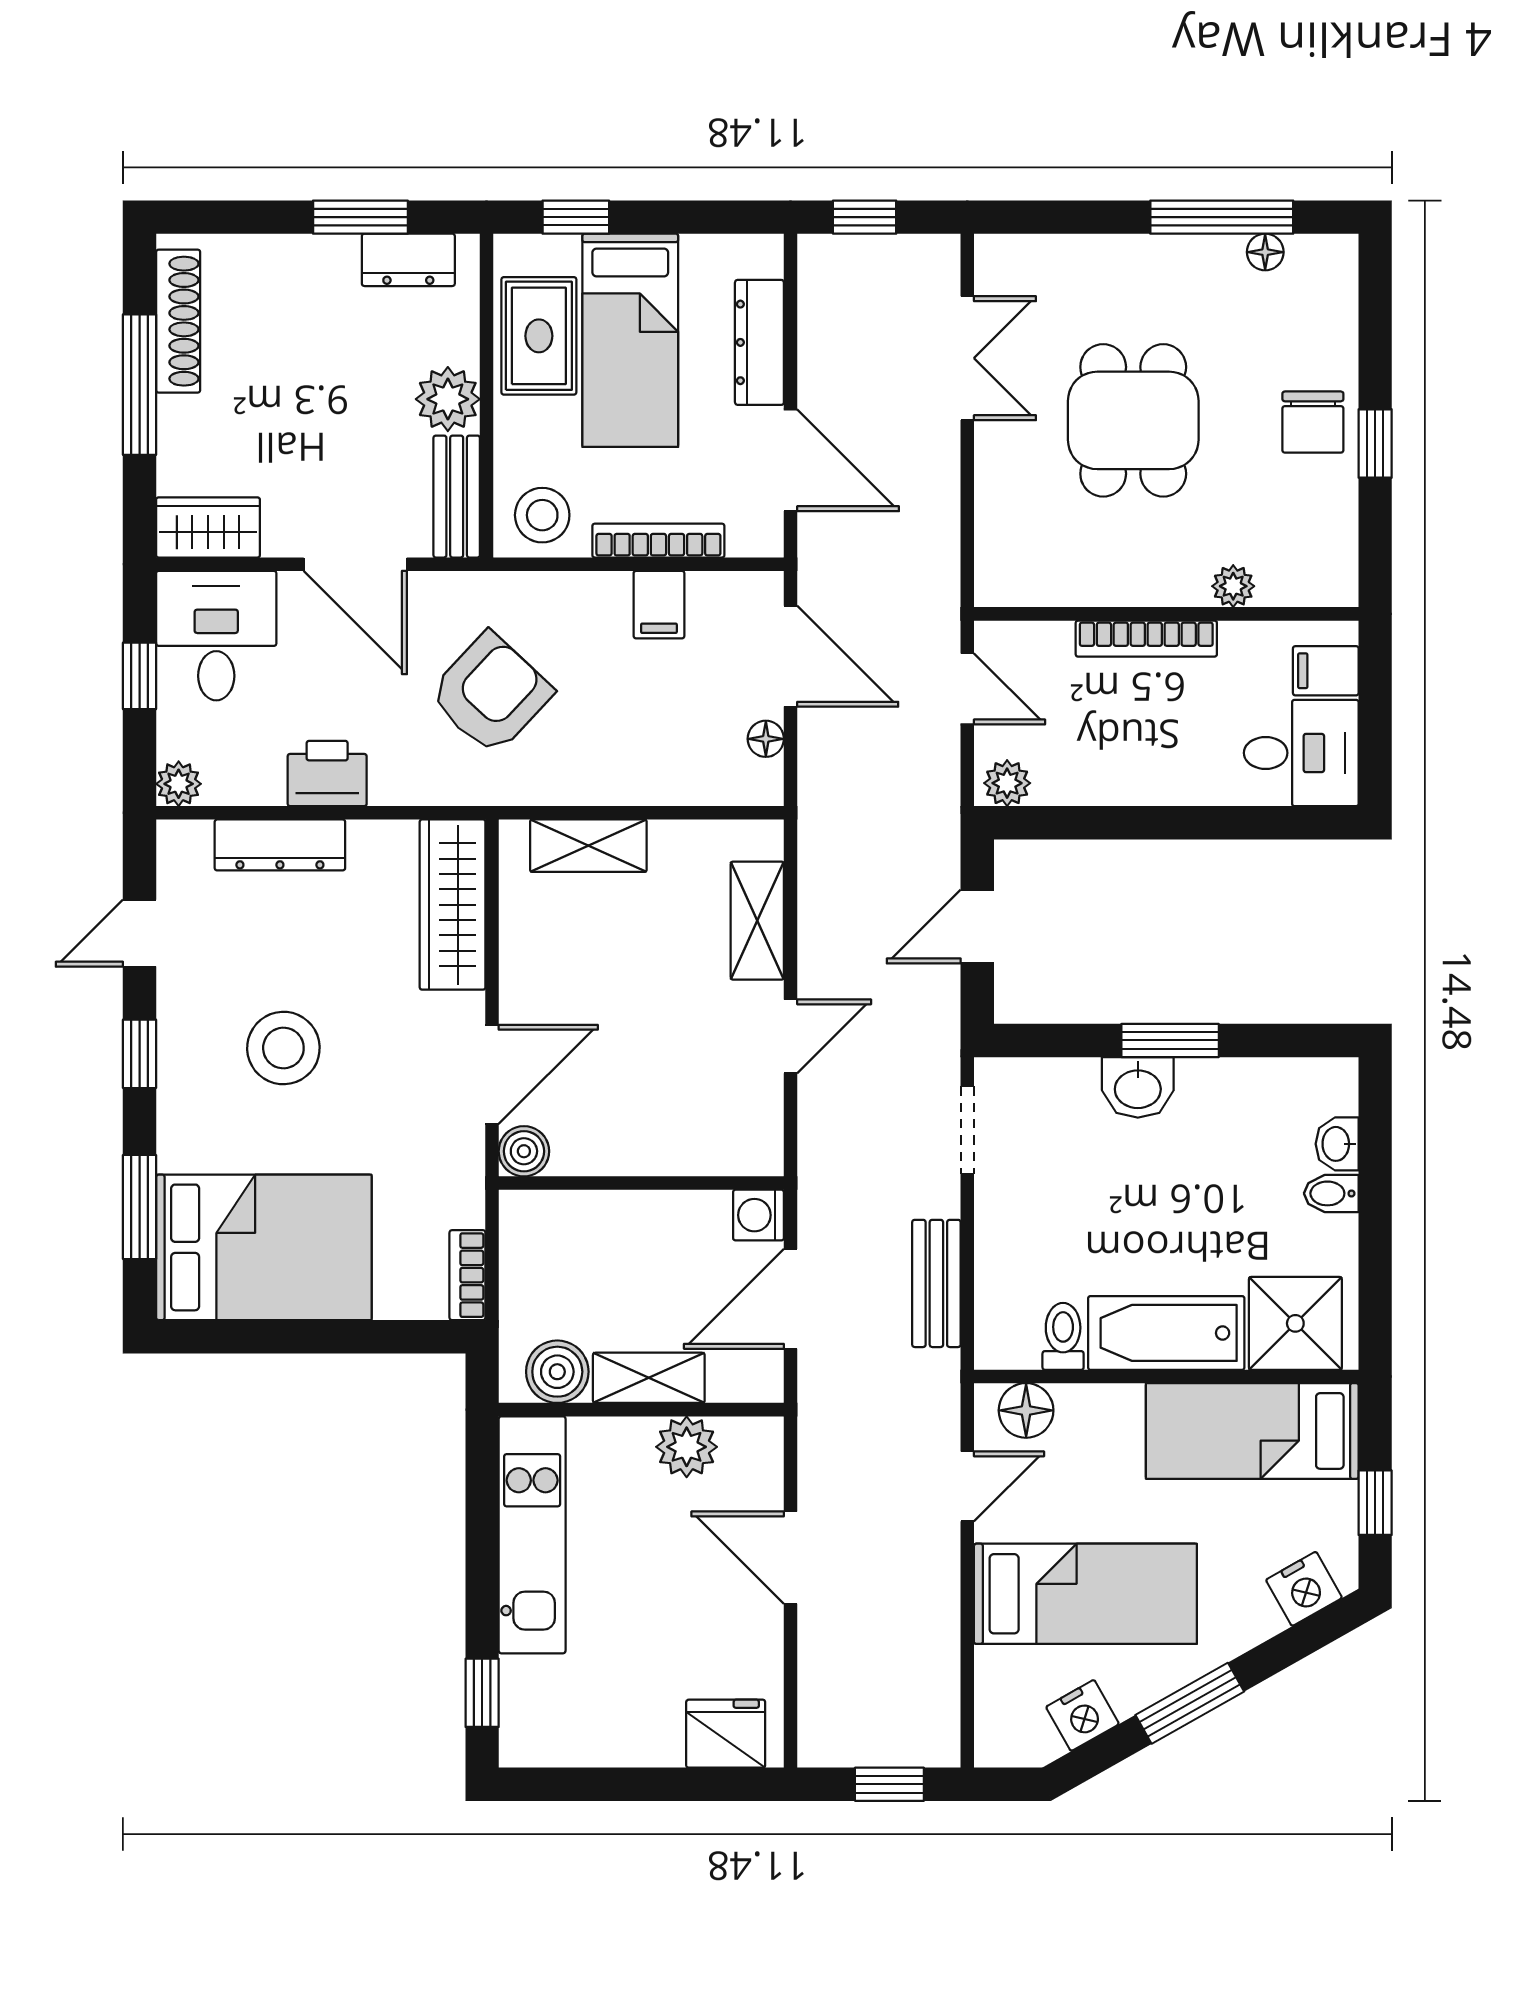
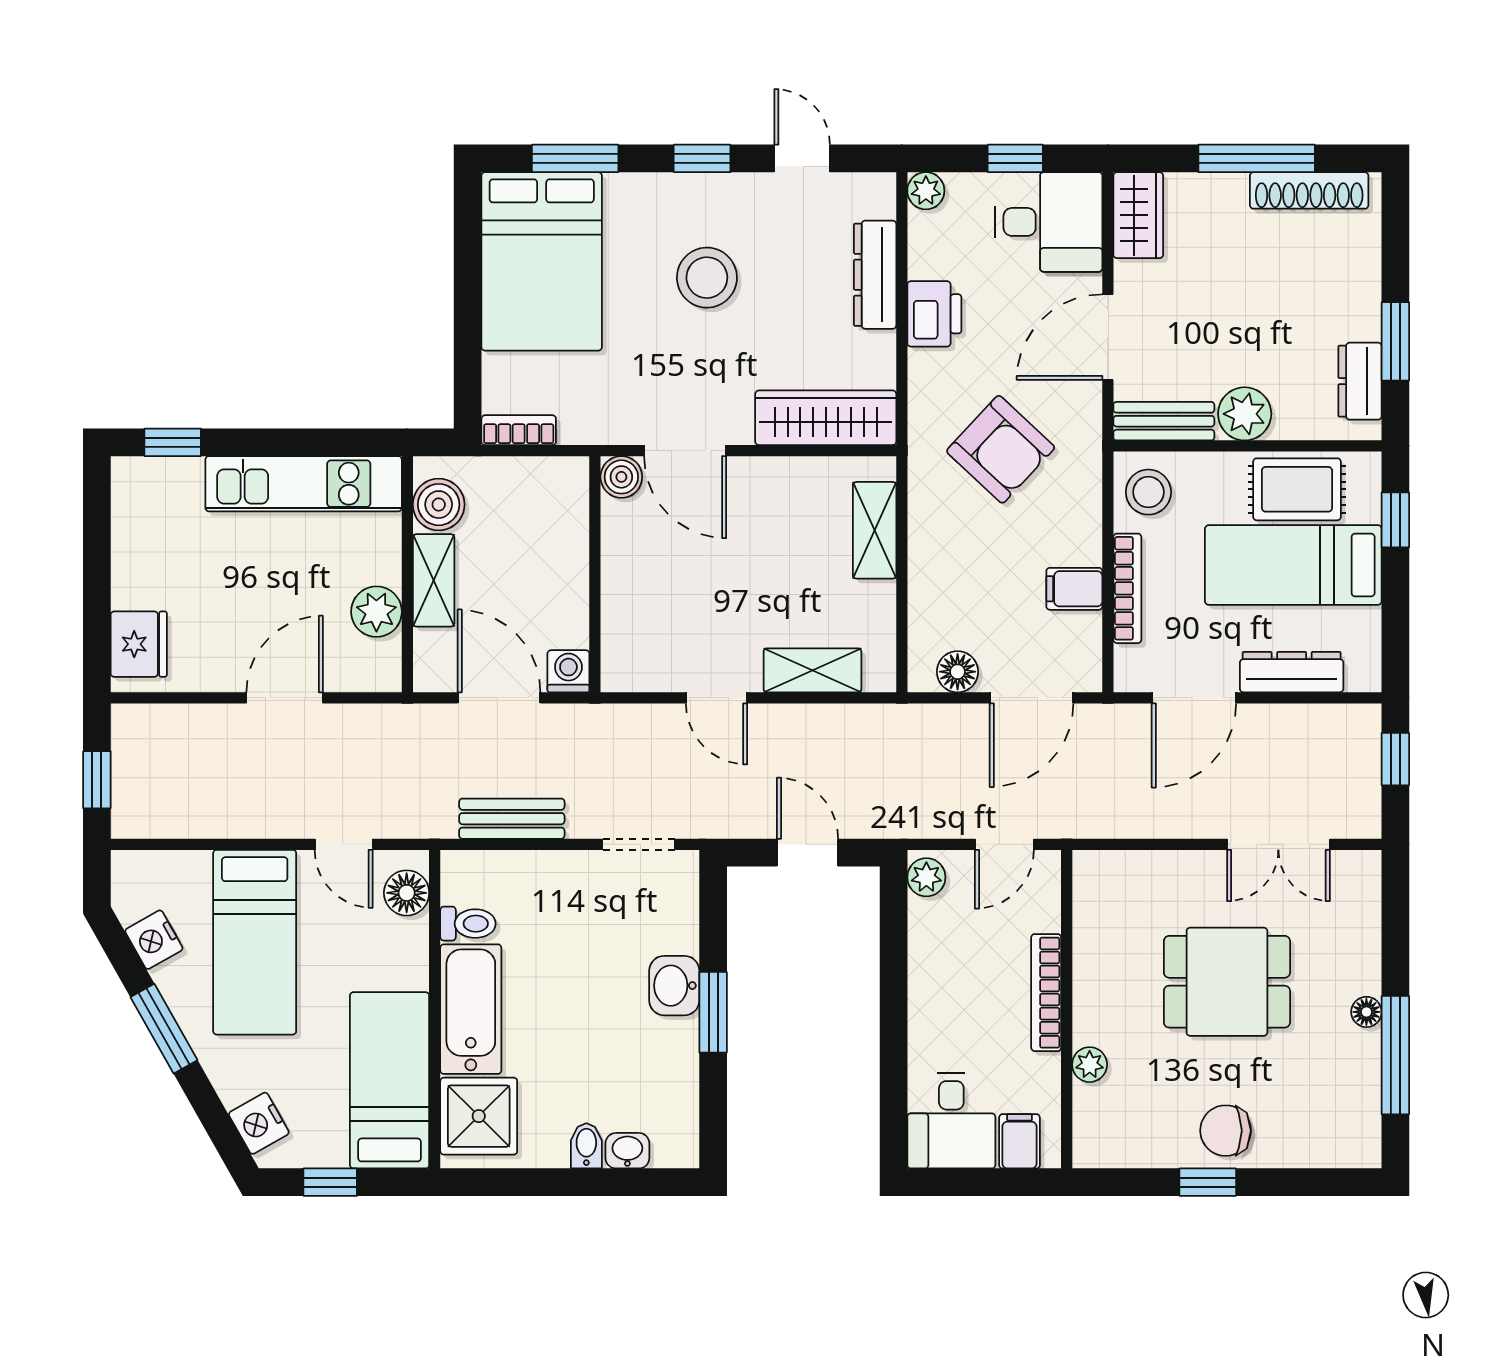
floor lamp: (1265, 252) -> (1366, 1012), moved
floor lamp: (766, 739) -> (958, 672), width x1.37, depth x1.37

